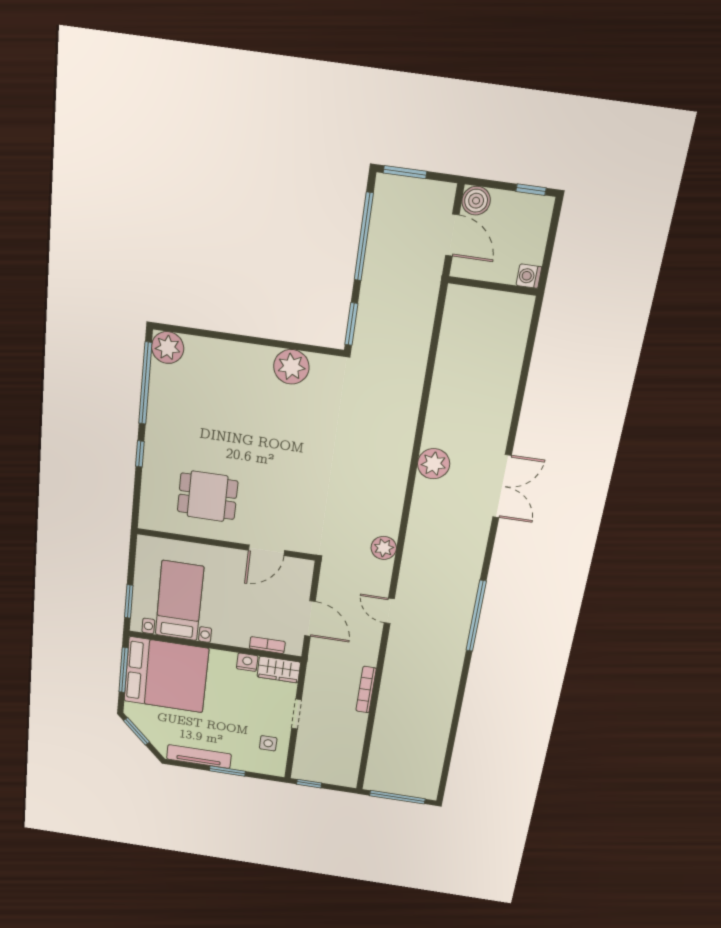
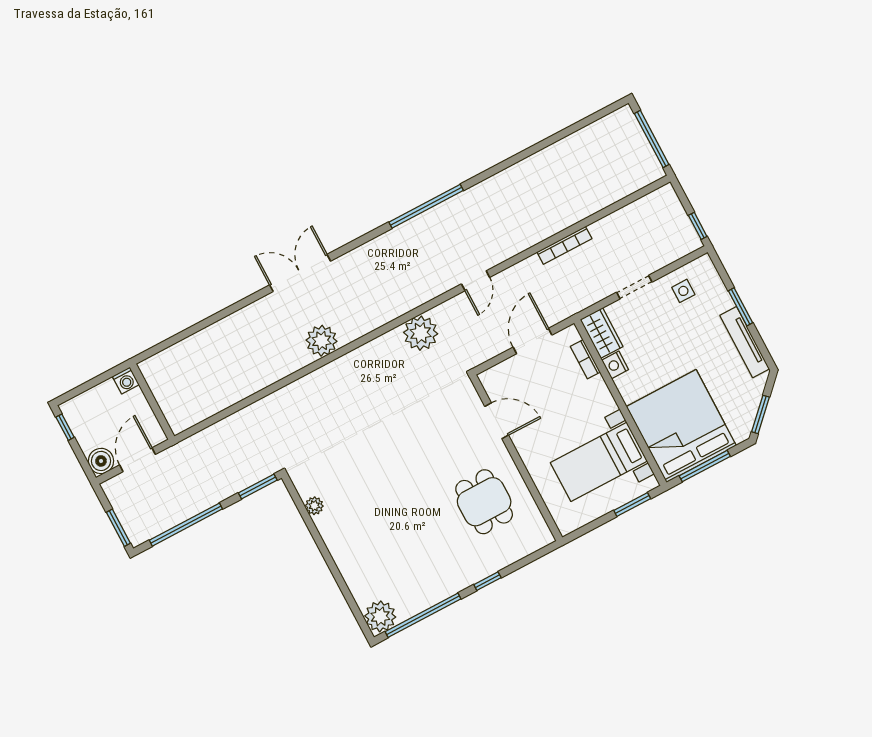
plant: (291, 367) -> (314, 506), width x0.53, depth x0.53
plant: (384, 548) -> (421, 333), width x1.36, depth x1.36

